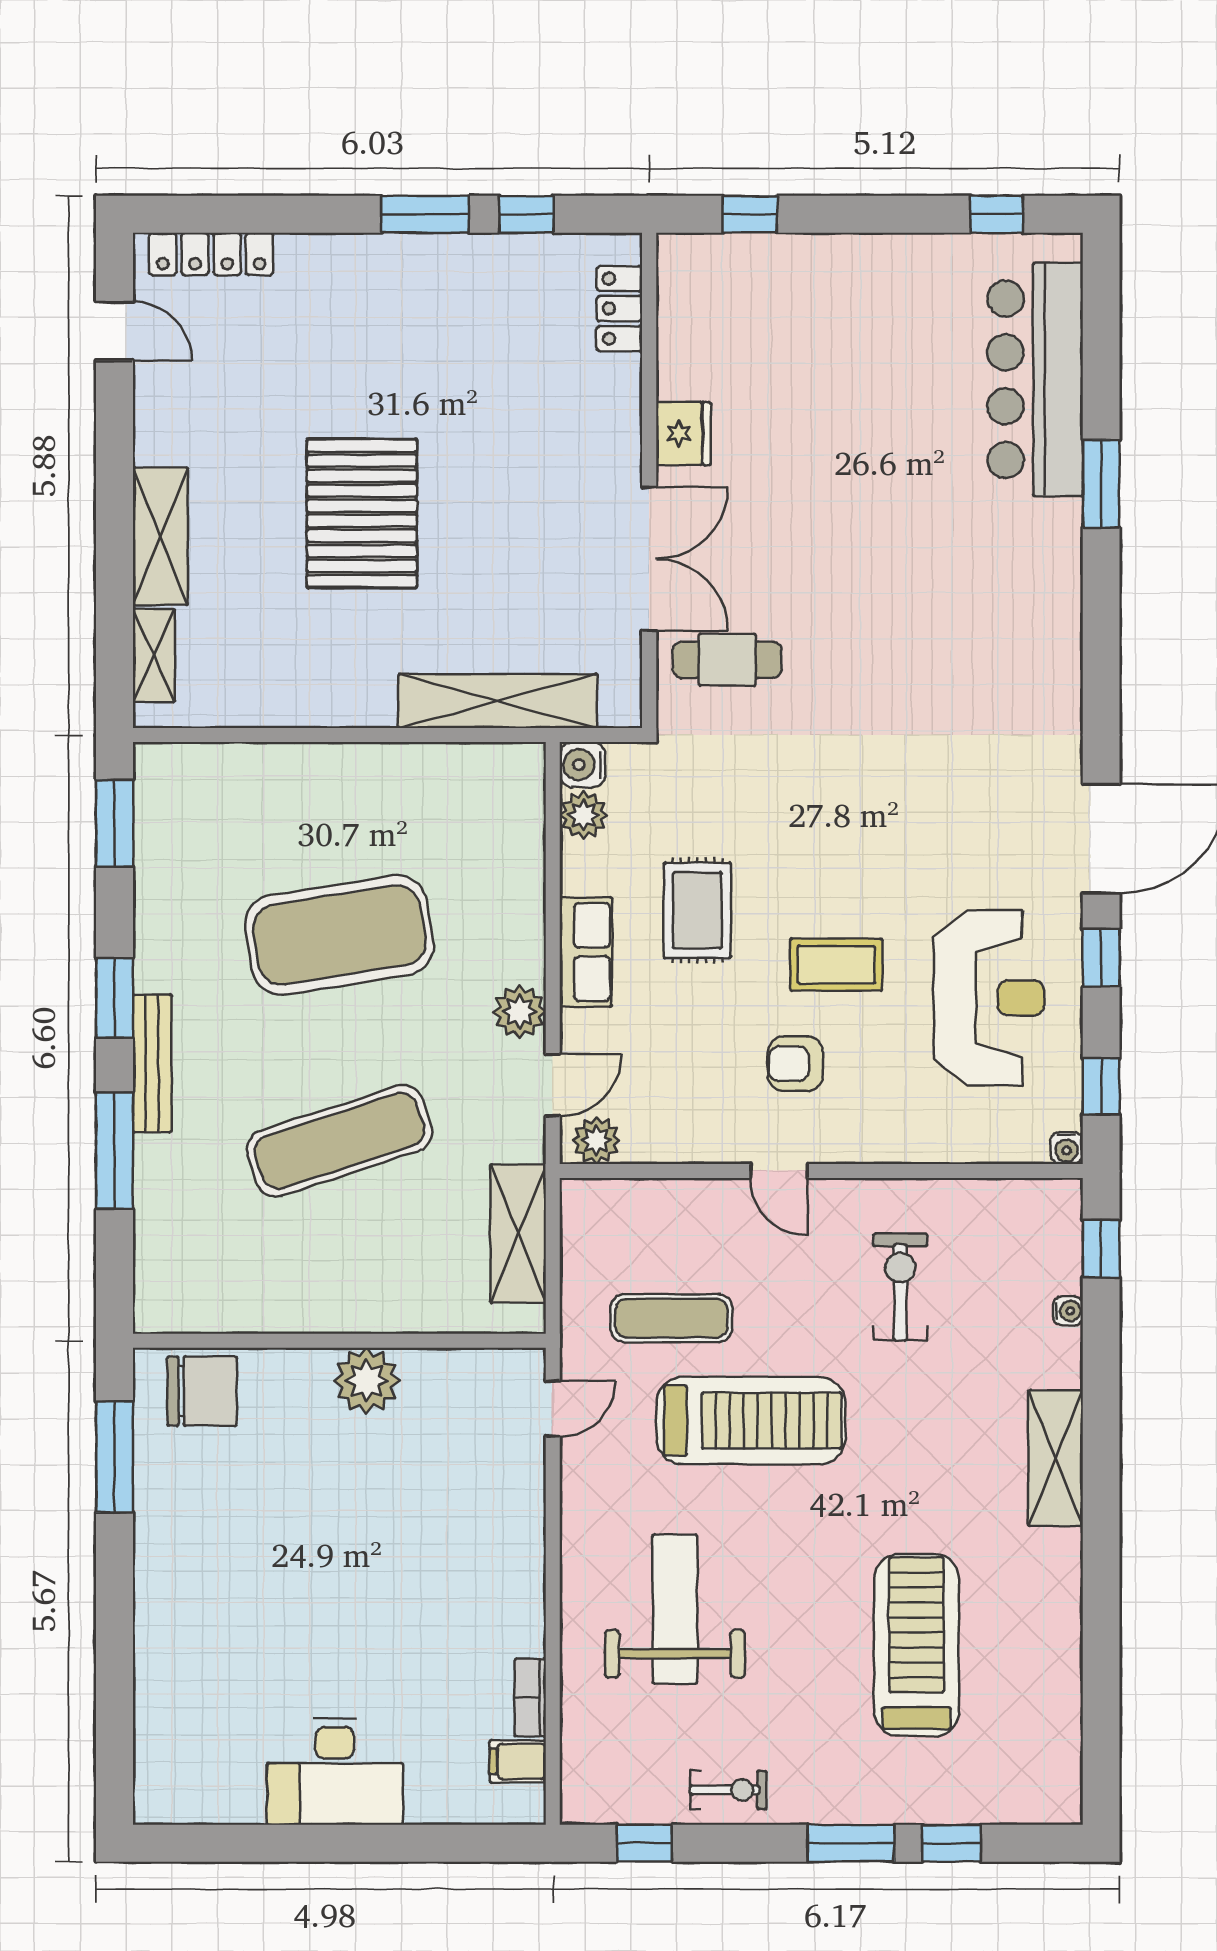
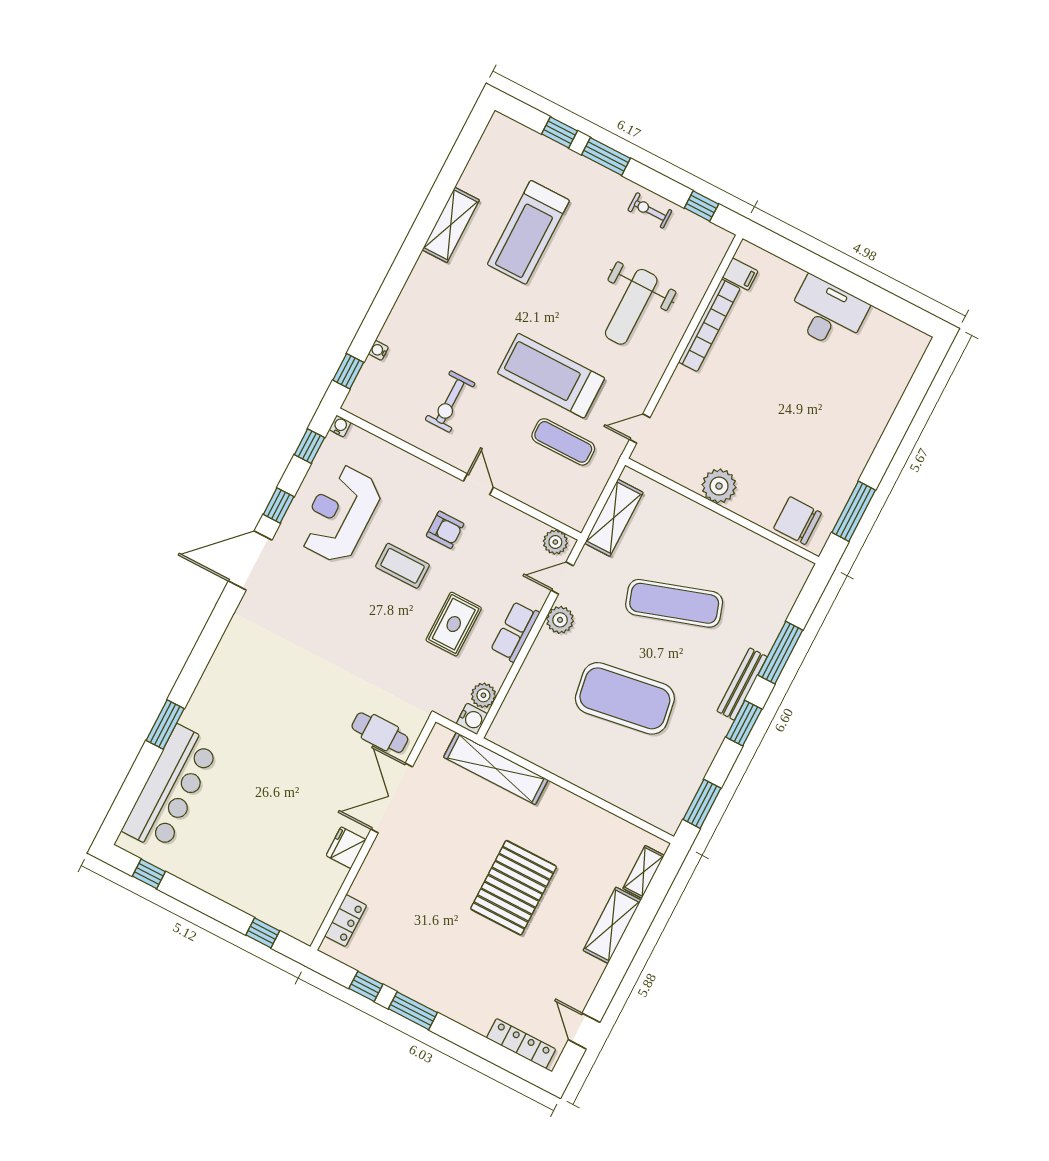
shelving: (1056, 1458) -> (451, 225), moved
bookcase: (530, 1698) -> (709, 325), width x2.31, depth x1.31

